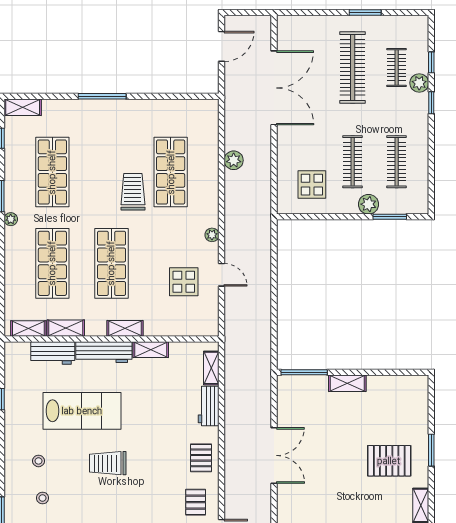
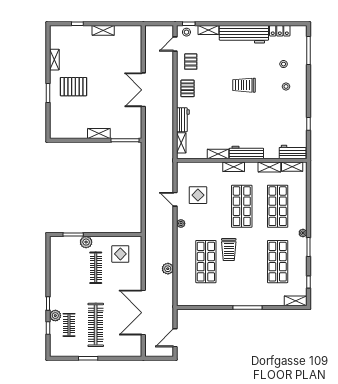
clothes rail: (397, 162) -> (69, 268), removed
workbench: (53, 353) -> (293, 152), moved
lab bench: (82, 411) -> (260, 117), removed
trolley: (108, 463) -> (244, 85), turned 180

